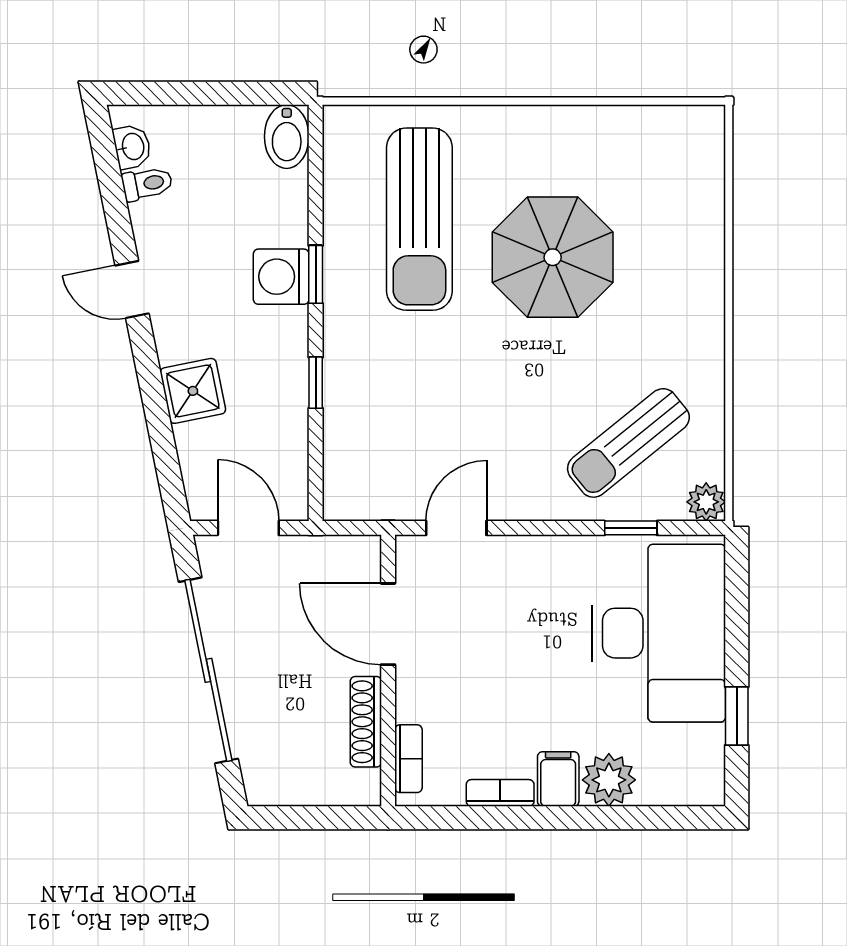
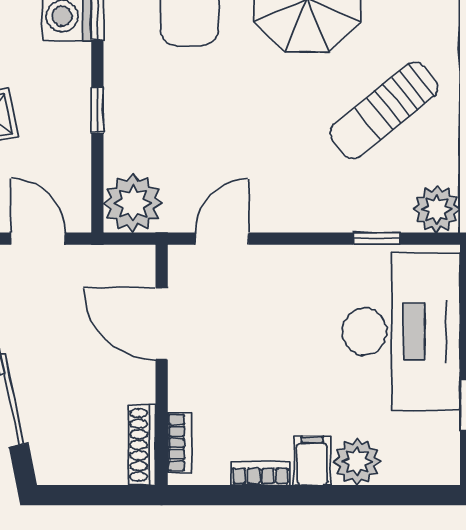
sun lounger: (628, 443) -> (384, 110), moved
plant: (356, 488) -> (133, 203), added
plant: (706, 502) -> (437, 209), width x1.38, depth x1.38
shoe rack: (366, 722) -> (142, 445), moved

